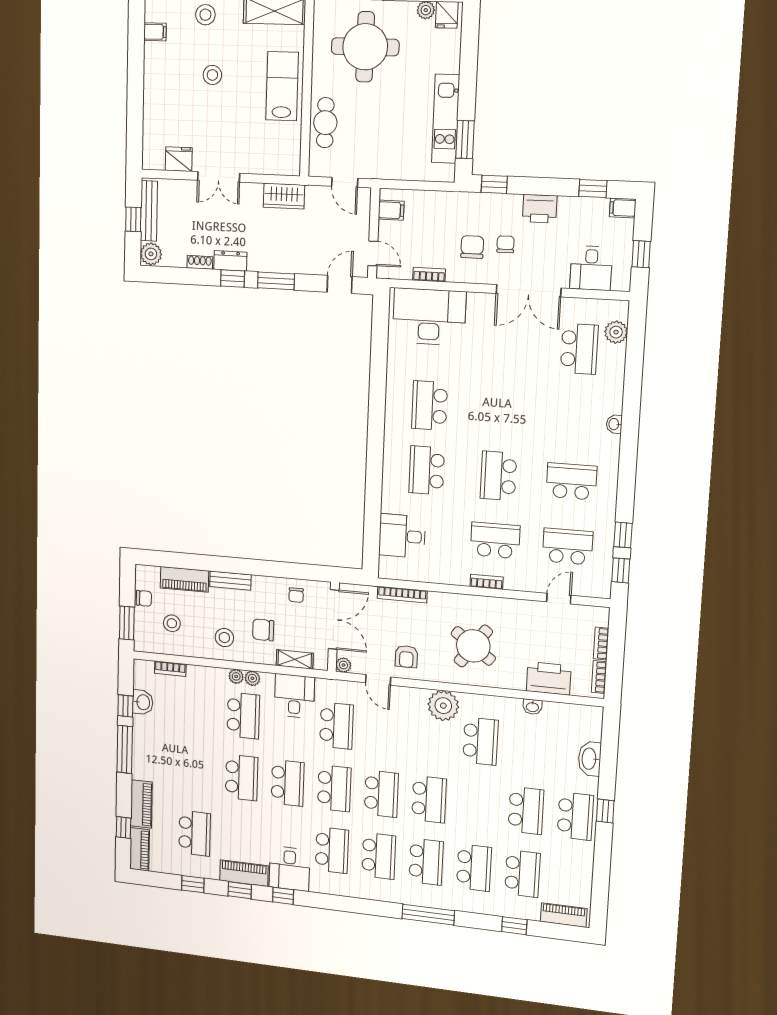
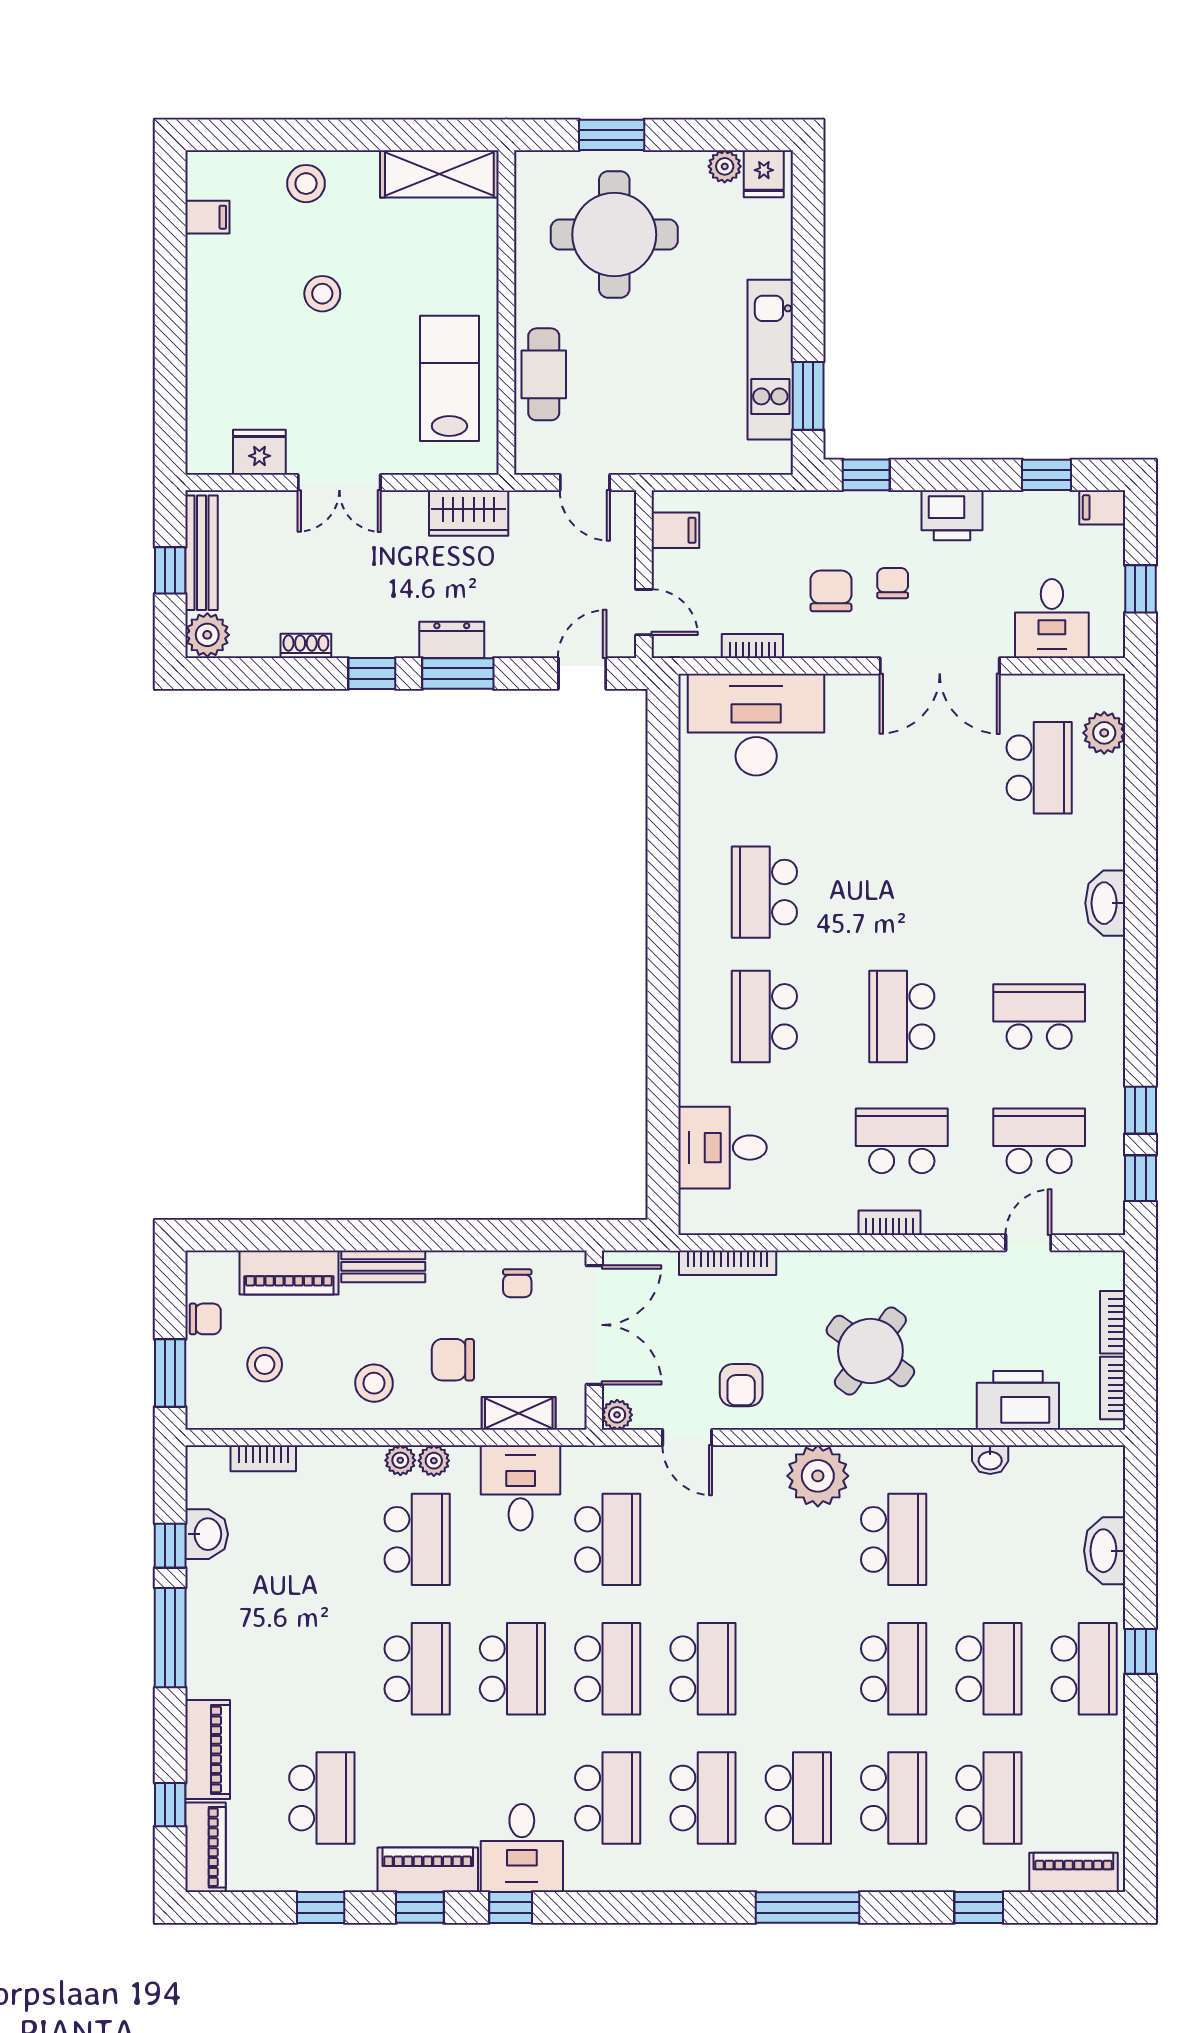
lab bench: (282, 86) -> (449, 378), moved
dresser: (230, 261) -> (452, 640), moved
washbasin: (614, 424) -> (1105, 903), width x1.91, depth x1.45
school desk: (429, 799) -> (894, 1669), moved

